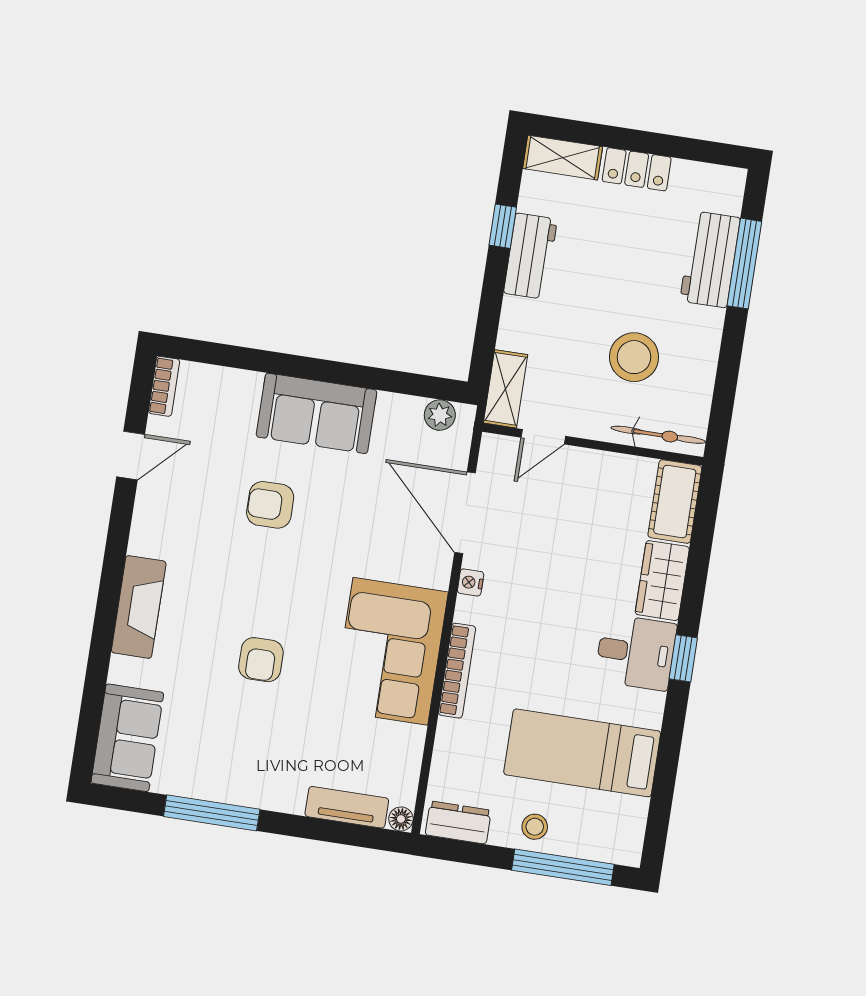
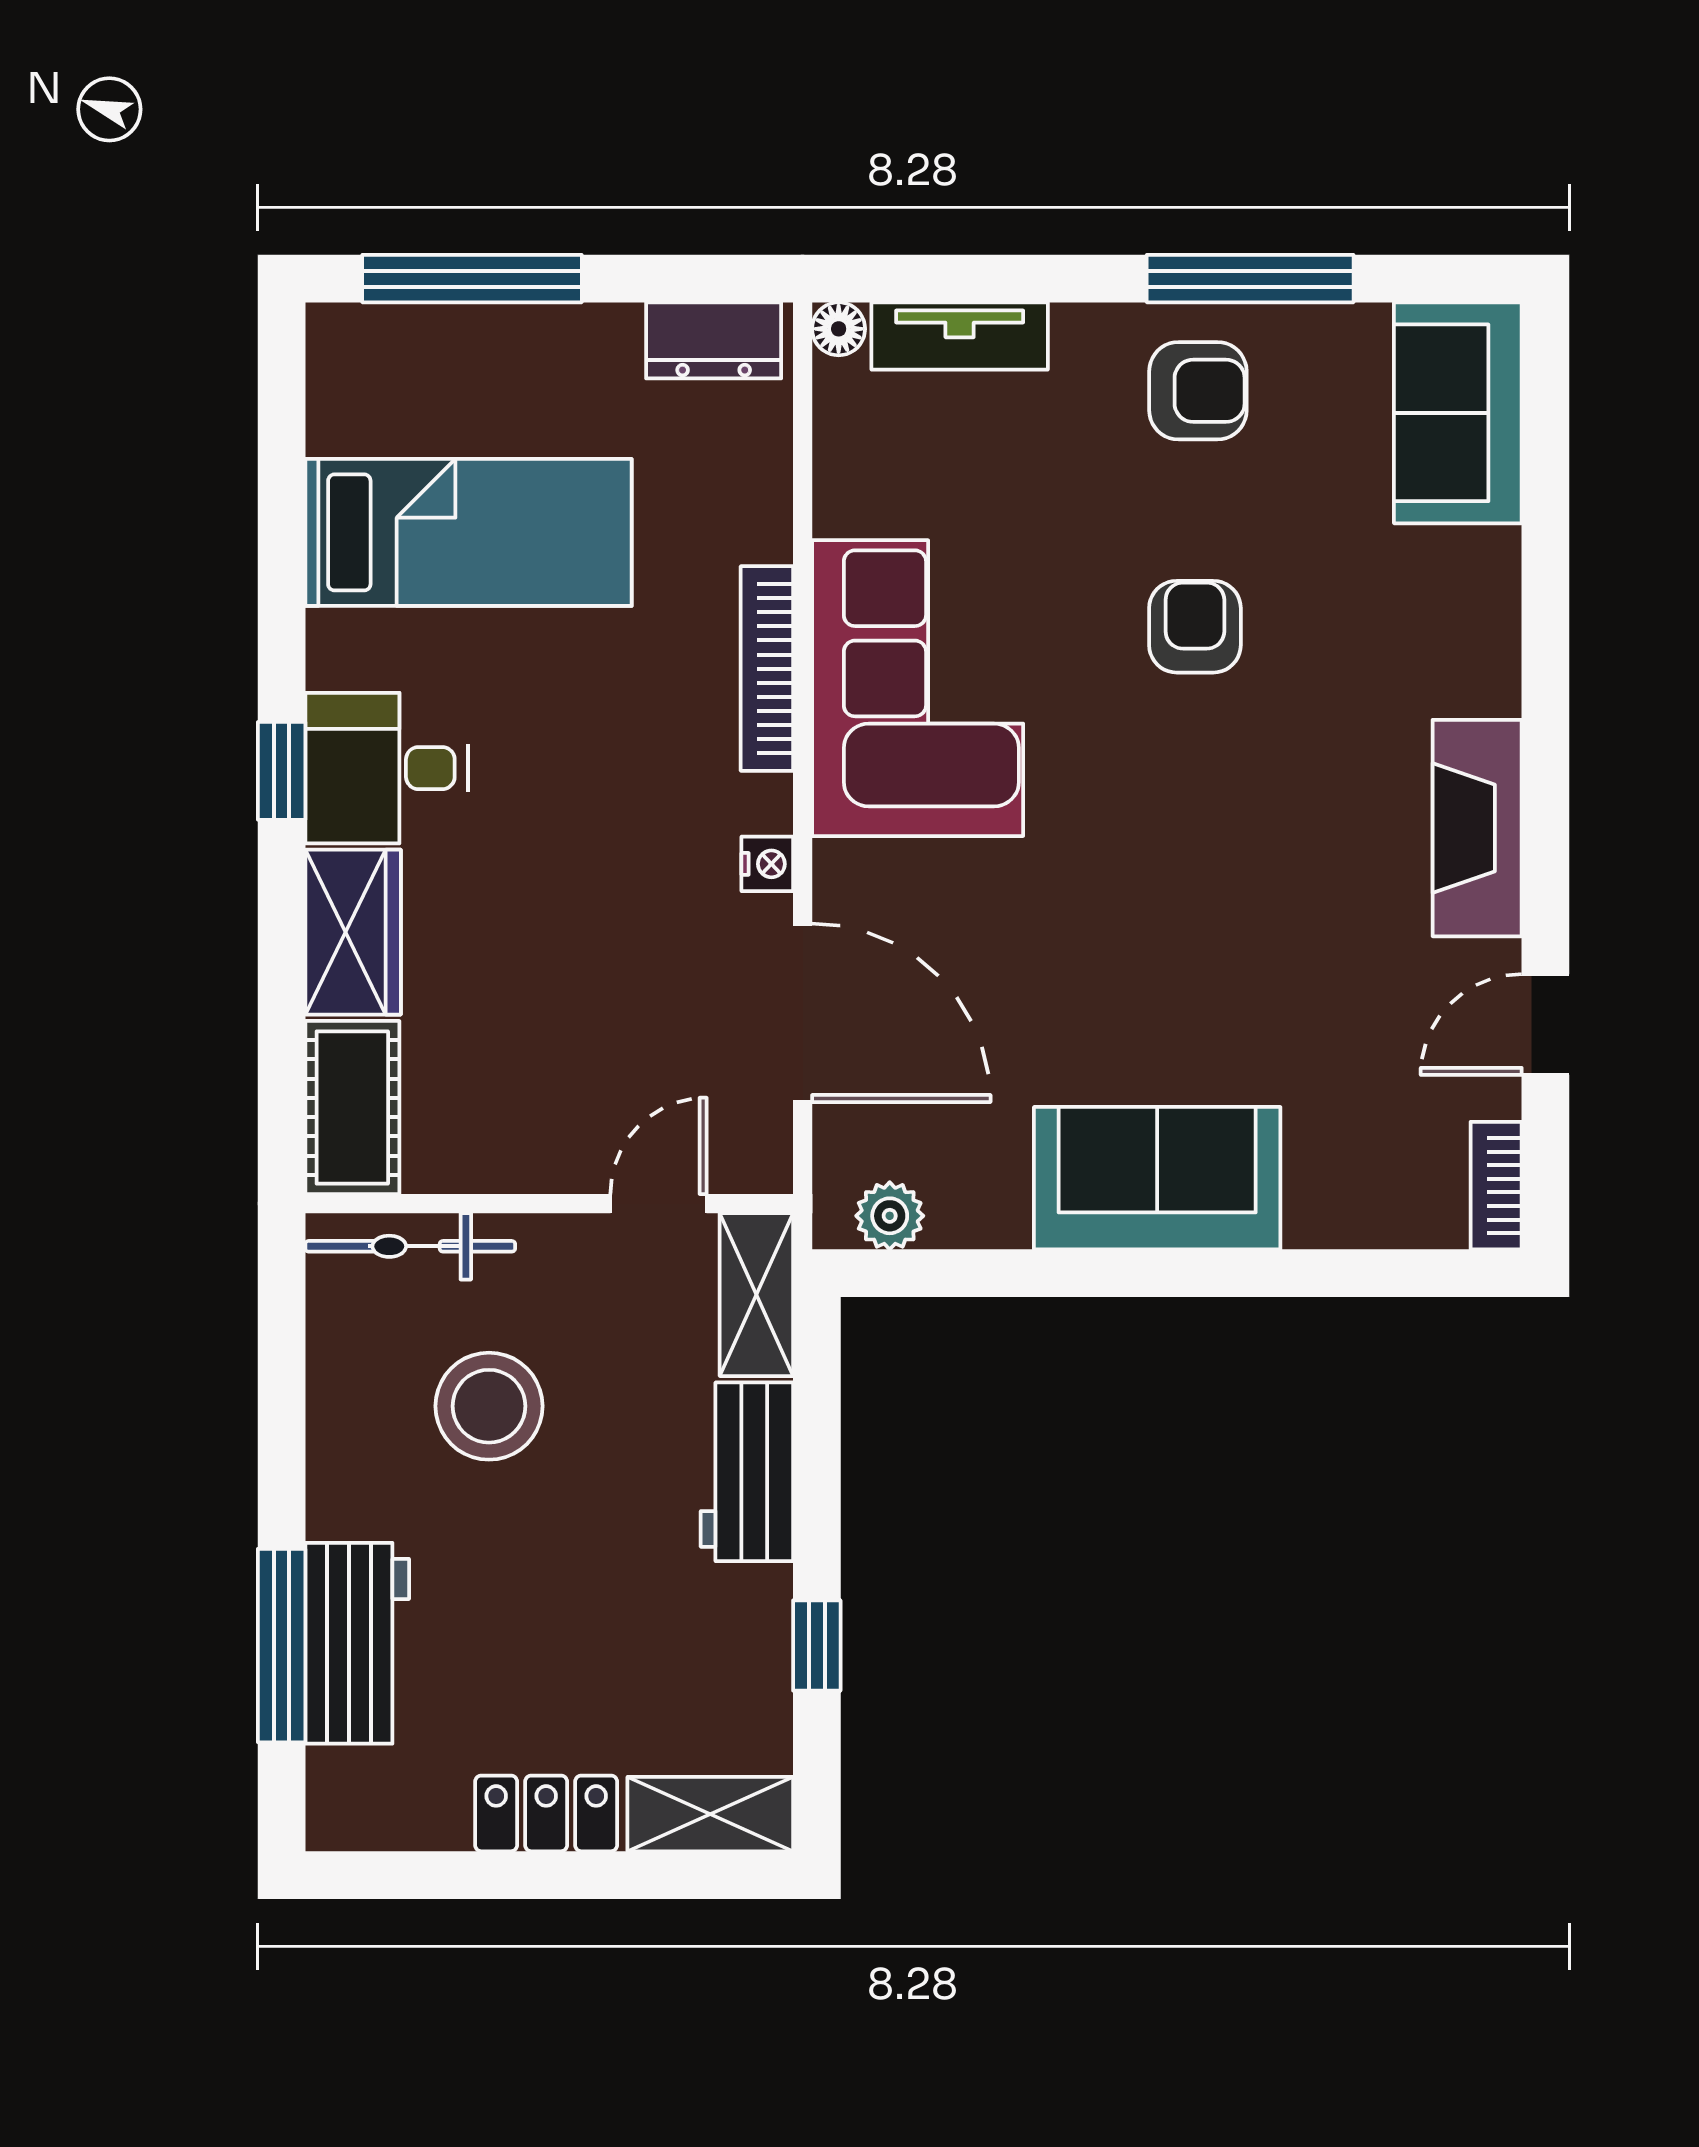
workbench: (530, 256) -> (747, 1472), moved
armchair: (270, 505) -> (1198, 391), moved
fireplace: (139, 607) -> (1477, 828), moved
stool: (535, 827) -> (547, 357), removed

